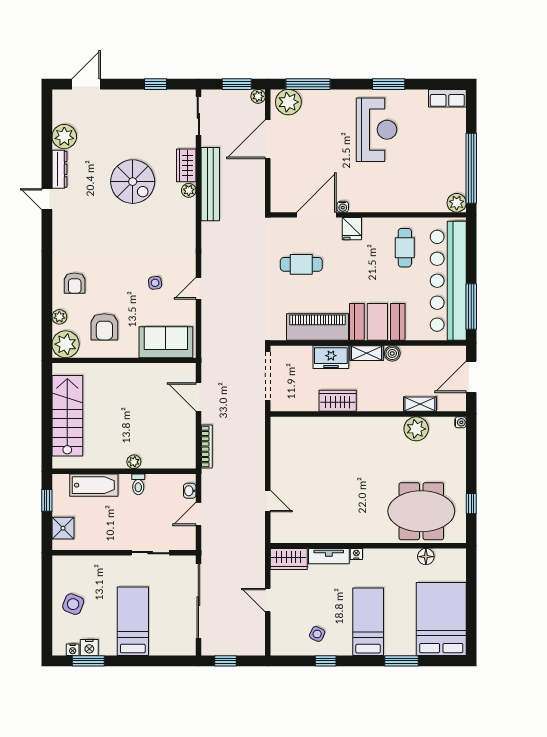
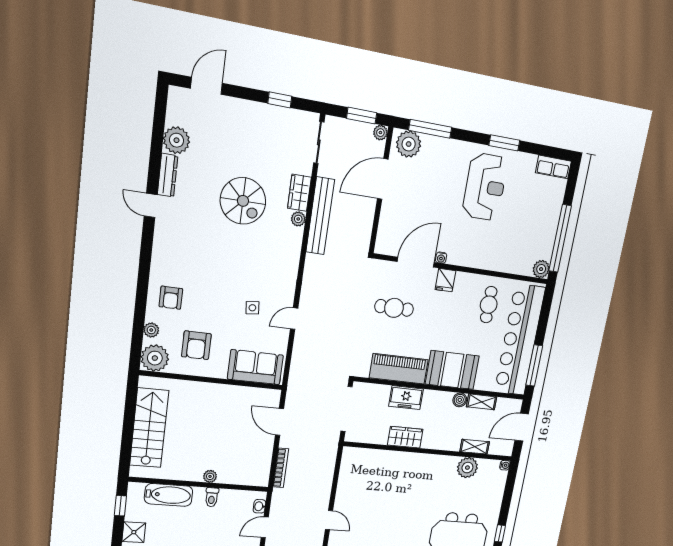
shelving: (367, 353) -> (482, 402), moved

